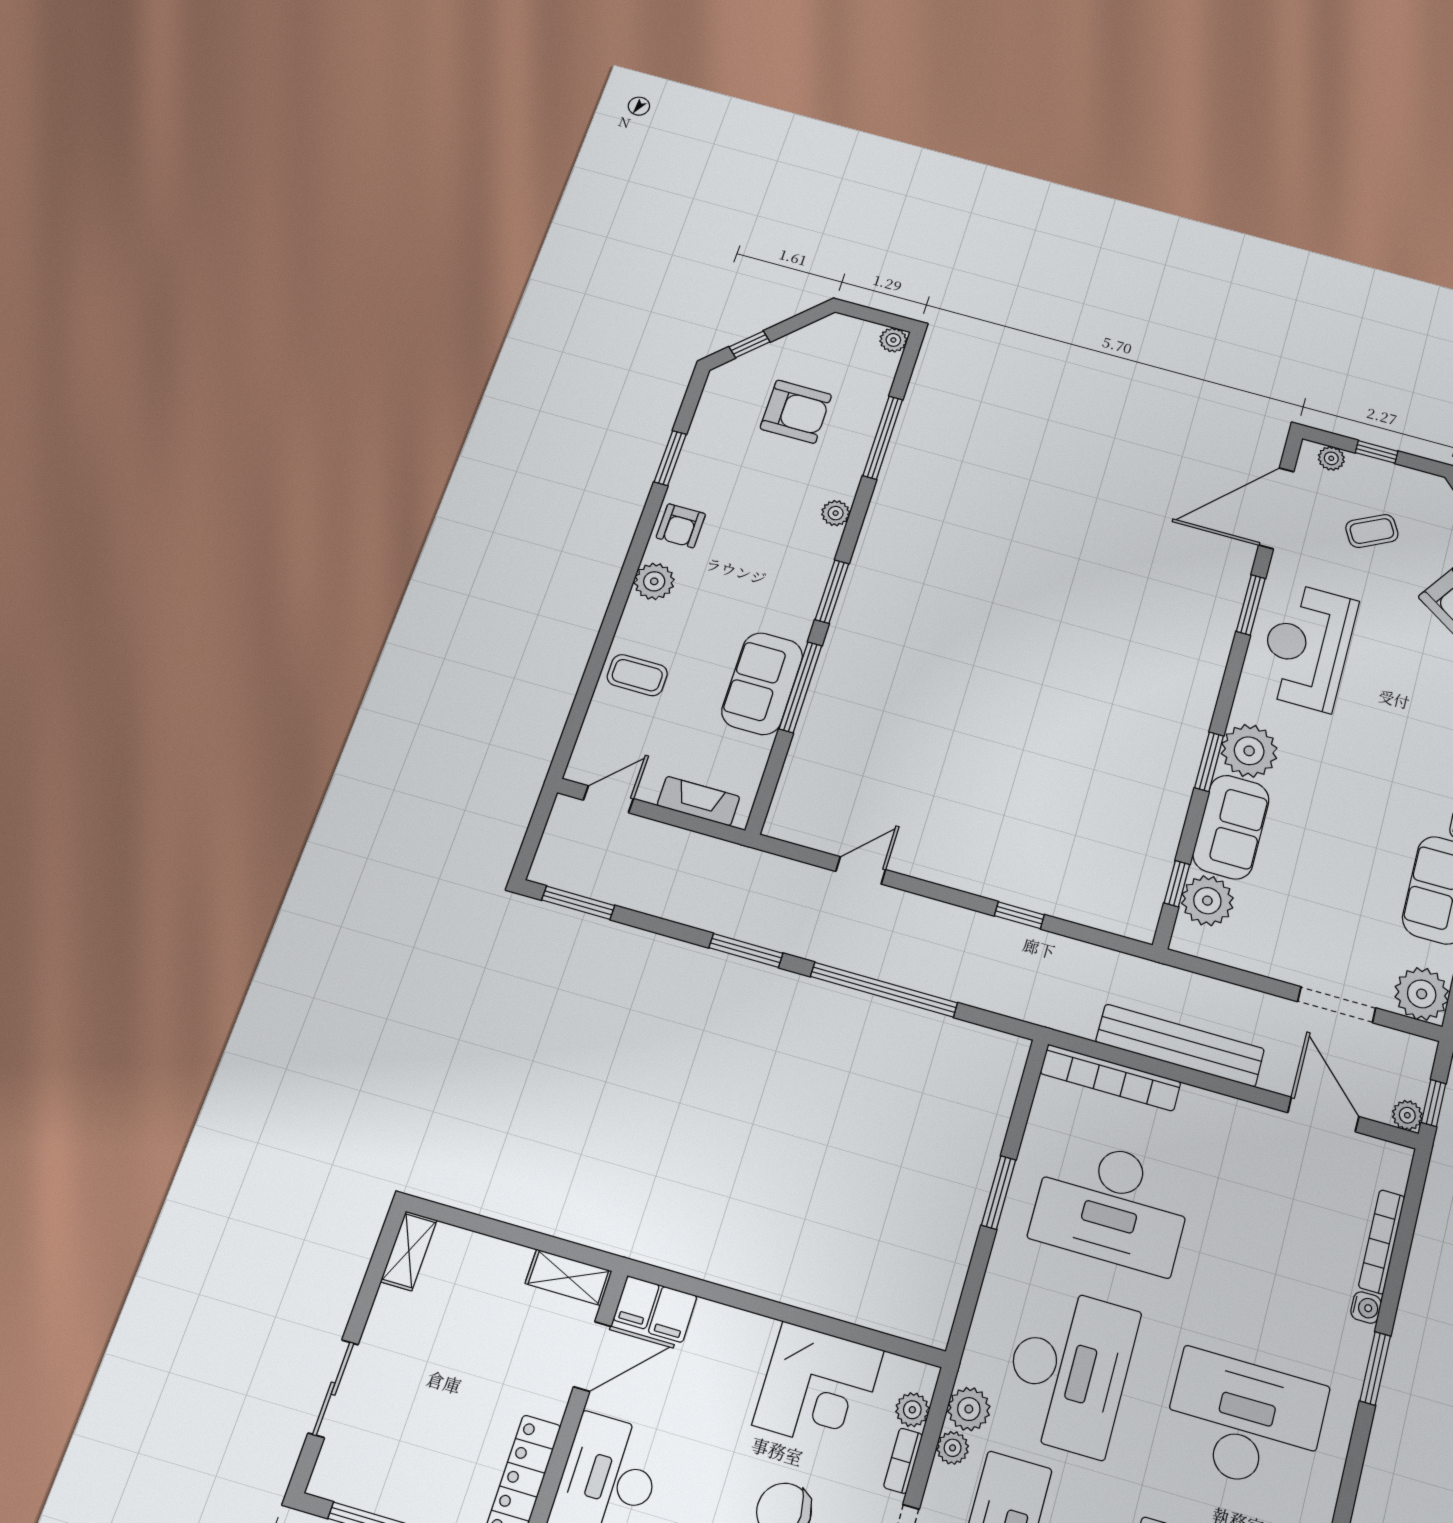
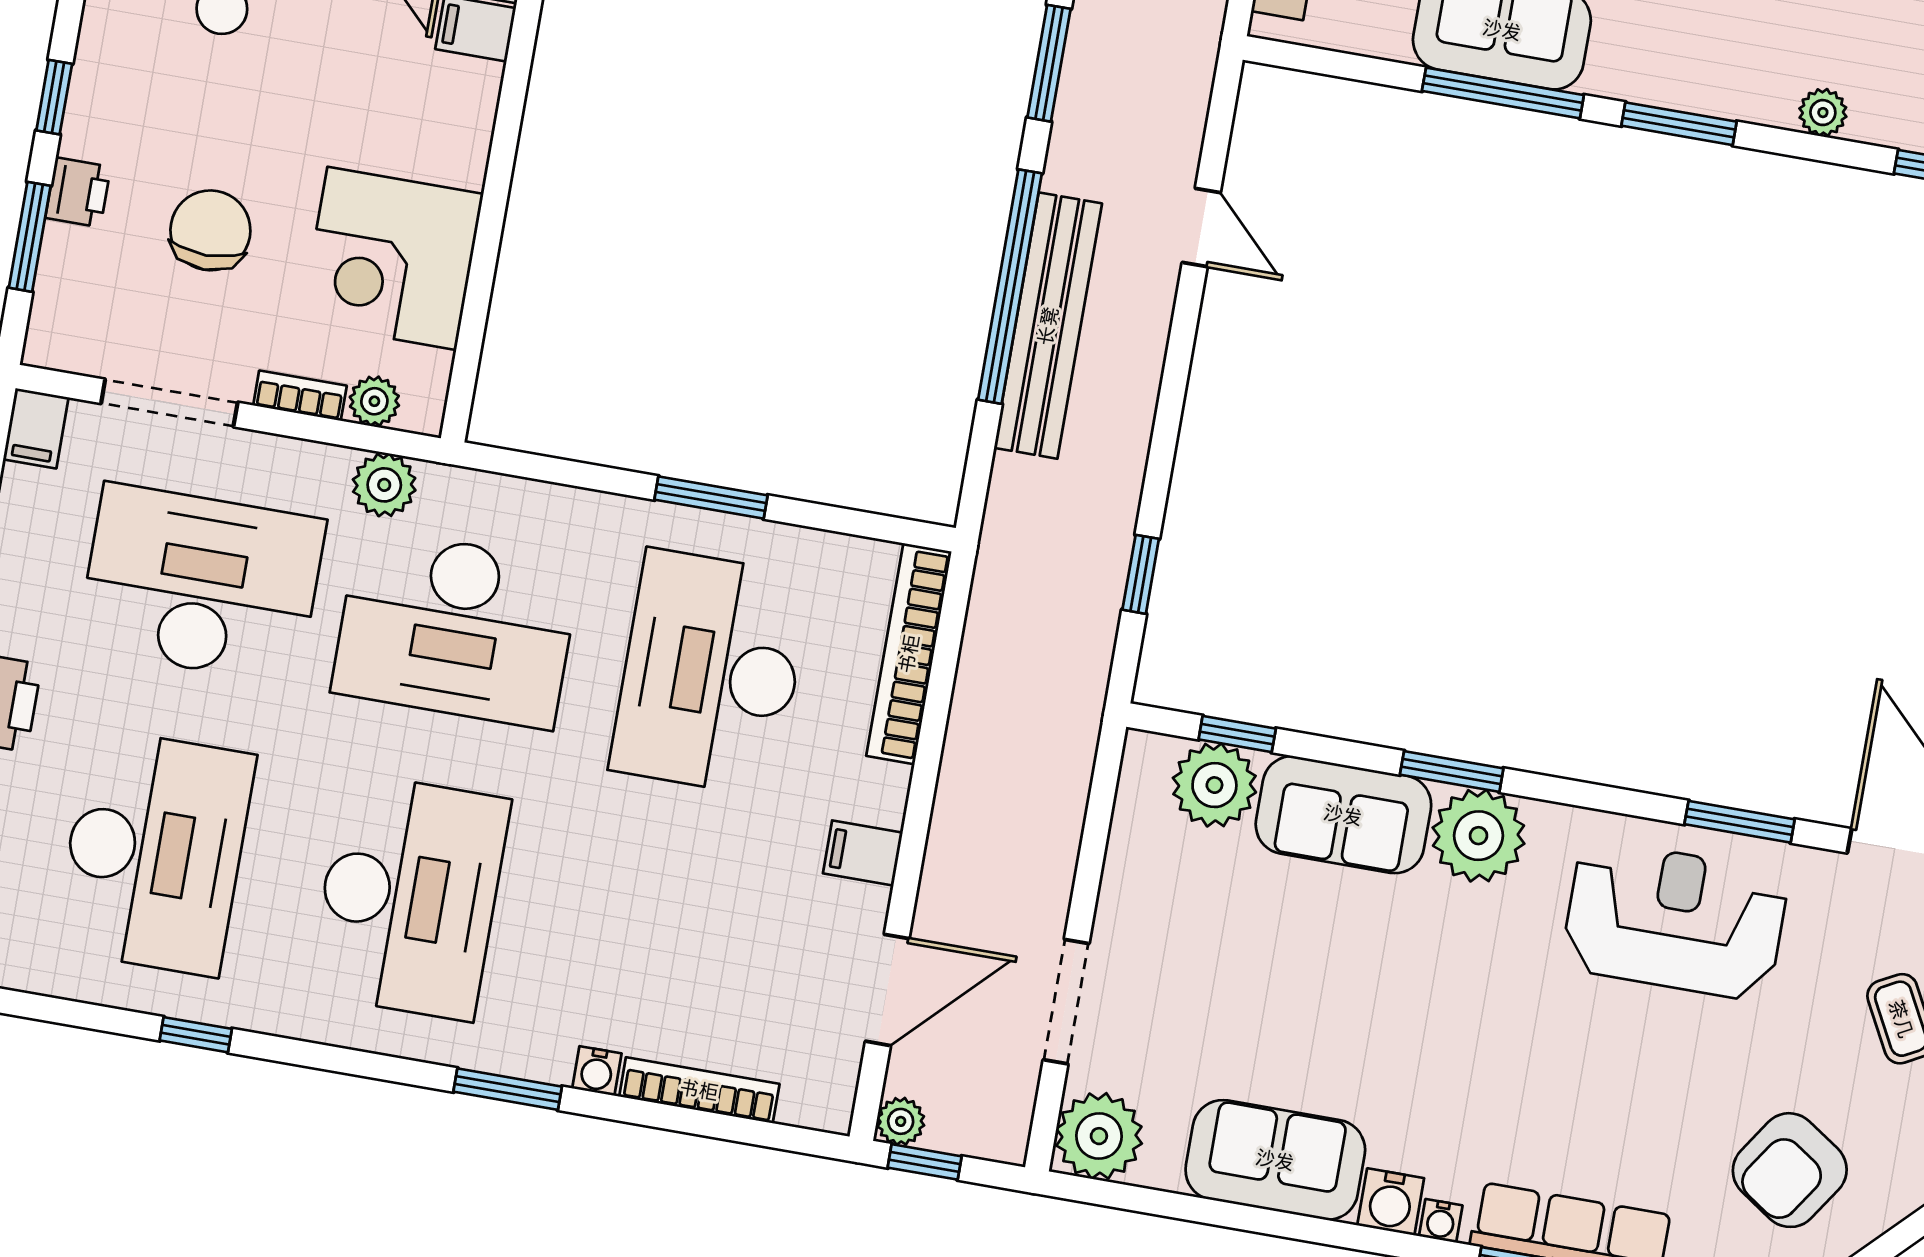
window: (1019, 915) -> (1141, 574), moved
bench: (1180, 1045) -> (1048, 326), moved
filing cabinet: (1235, 1120) -> (863, 853), added
plant: (953, 1448) -> (326, 467), removed

